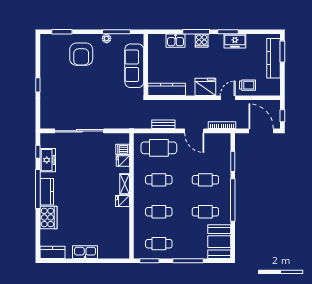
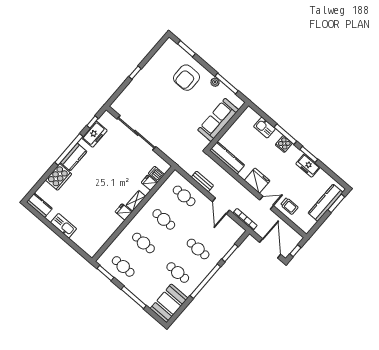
cafe table: (159, 148) -> (184, 196), width x0.73, depth x0.74

